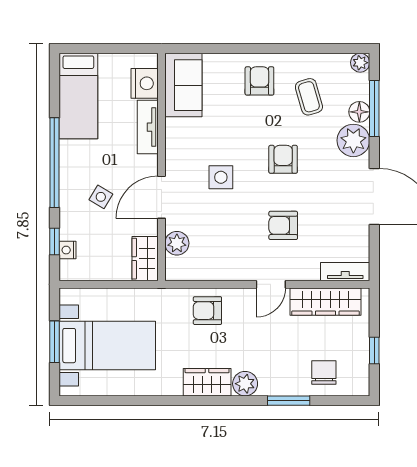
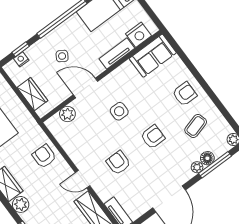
plant: (353, 140) -> (197, 167), width x0.53, depth x0.53
wardrobe: (145, 259) -> (32, 94), moved, turned 90

